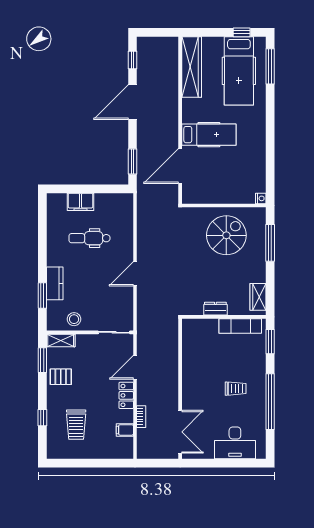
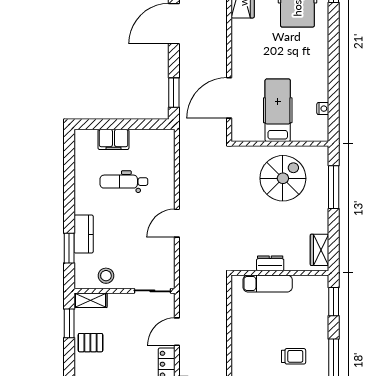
hospital bed: (209, 135) -> (278, 110), moved, turned -90
nightstand: (261, 198) -> (323, 109), moved
exam couch: (240, 326) -> (268, 284), moved

